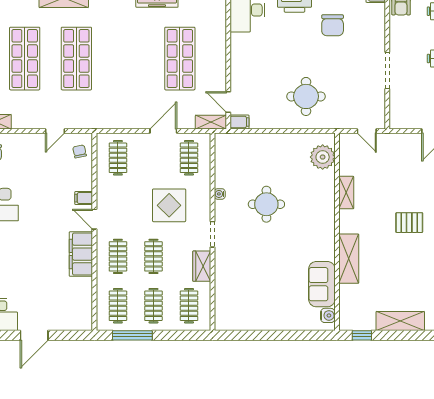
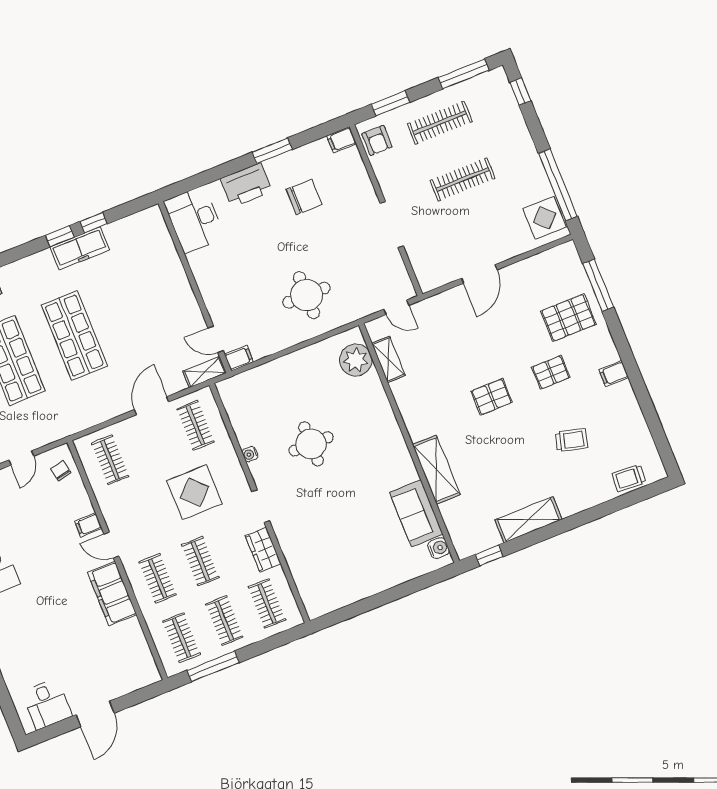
chair: (333, 25) -> (304, 197), turned -90
shop shelf: (180, 59) -> (74, 336), moved
shelving: (346, 193) -> (388, 359), moved

